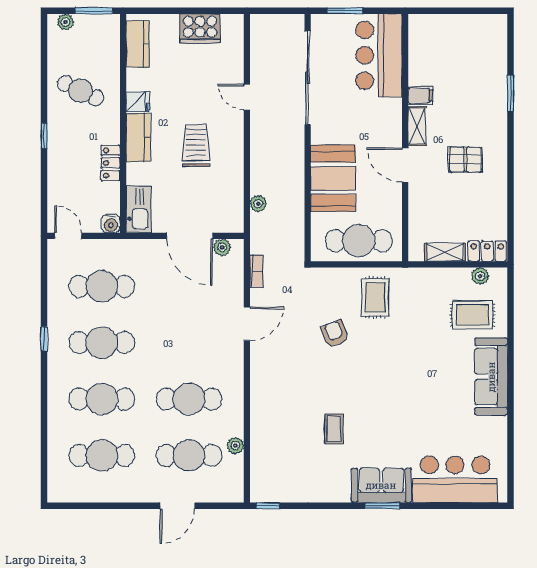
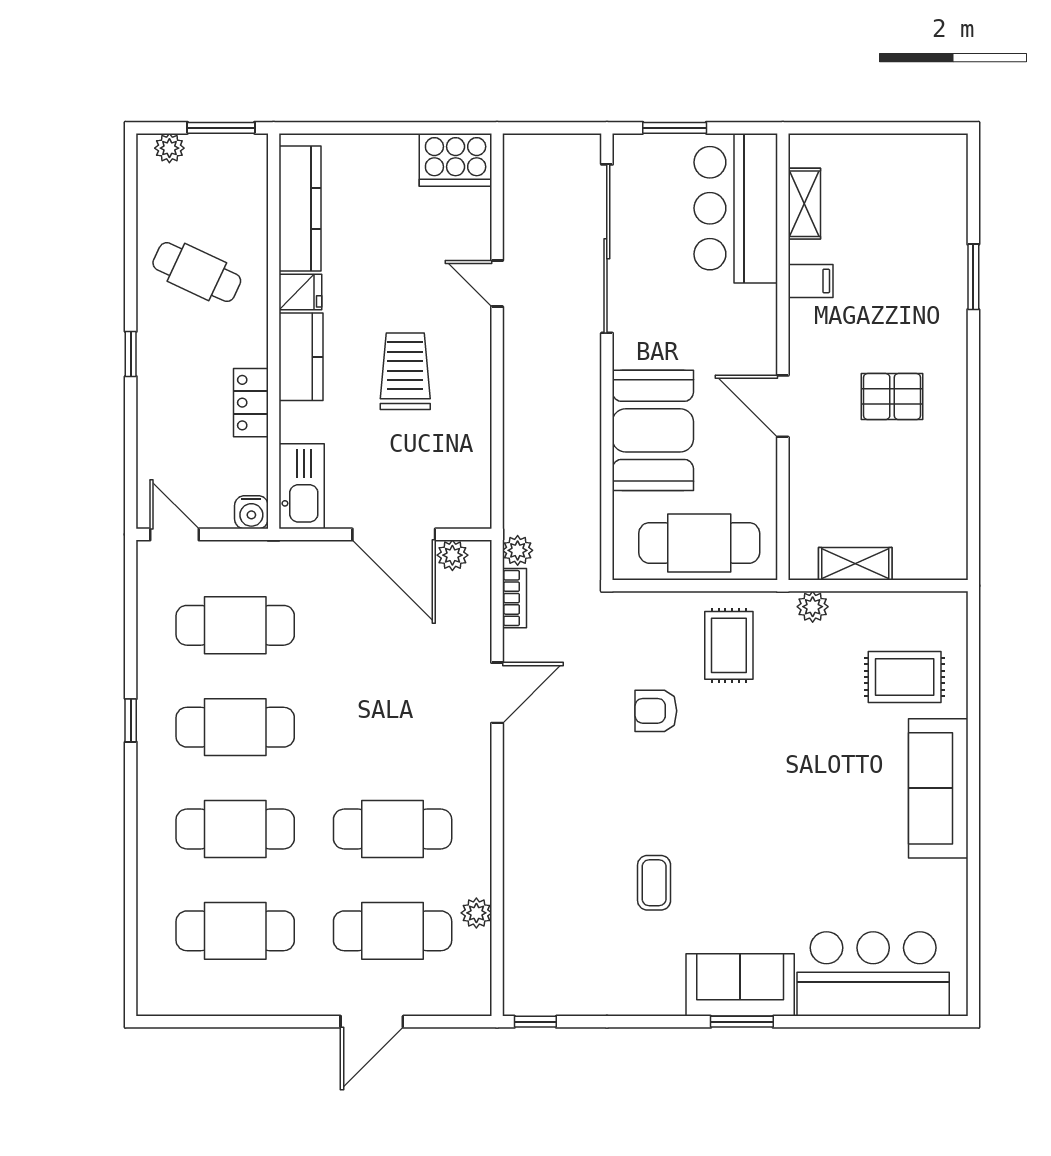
cooker: (200, 29) -> (456, 160), moved
kitchen counter: (138, 44) -> (300, 209), width x1.50
shelving: (417, 126) -> (804, 204), moved
plant: (258, 204) -> (518, 550), moved
locker: (487, 251) -> (931, 562), removed
plant: (480, 276) -> (813, 607), moved
armchair: (335, 334) -> (656, 711), turned -68

